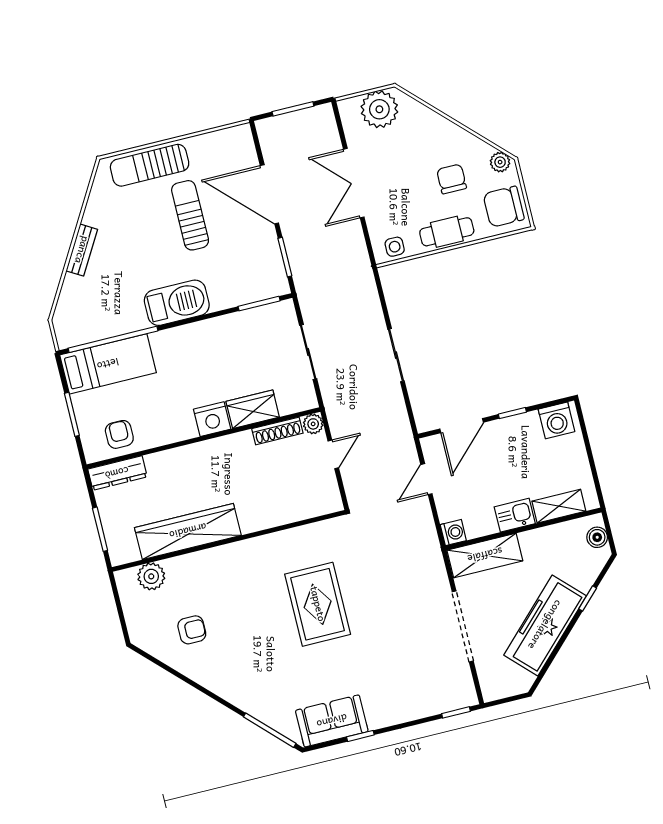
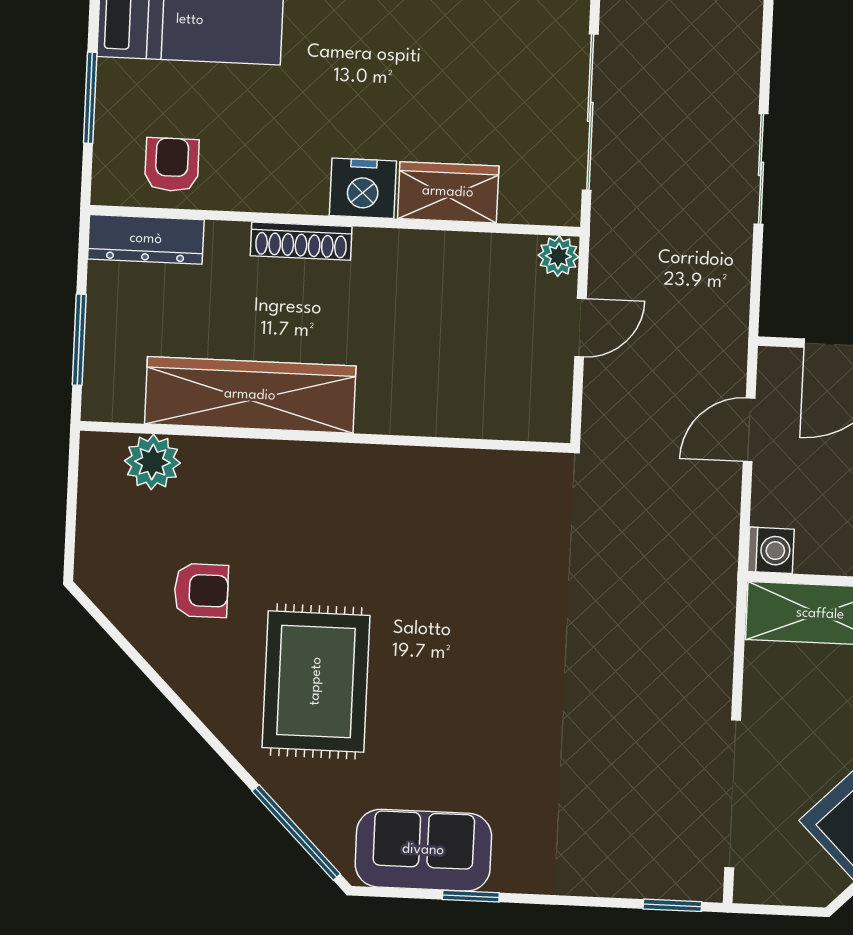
sliding door: (308, 352) -> (590, 112), width x1.37
shoe rack: (277, 431) -> (301, 241), moved
rug: (318, 604) -> (316, 681), moved
doorway: (463, 626) -> (733, 794), moved

